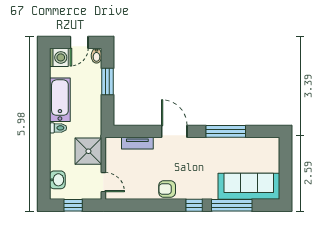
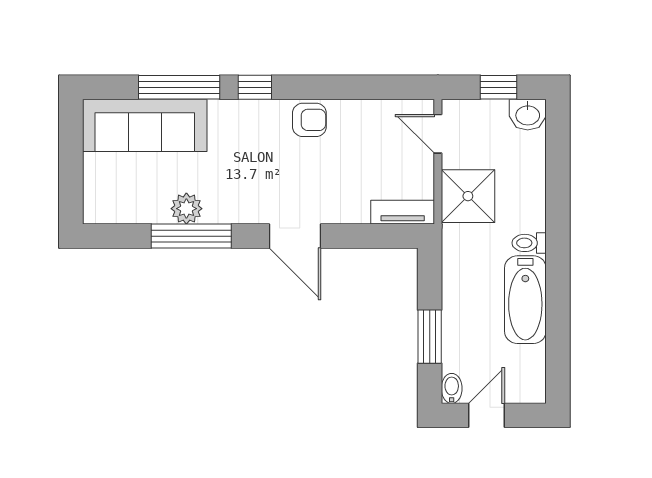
washing machine: (59, 57) -> (527, 385), removed
tv unit: (137, 143) -> (403, 212), moved
plant: (228, 145) -> (186, 209), added
washbasin: (57, 180) -> (528, 115), moved, turned -90

